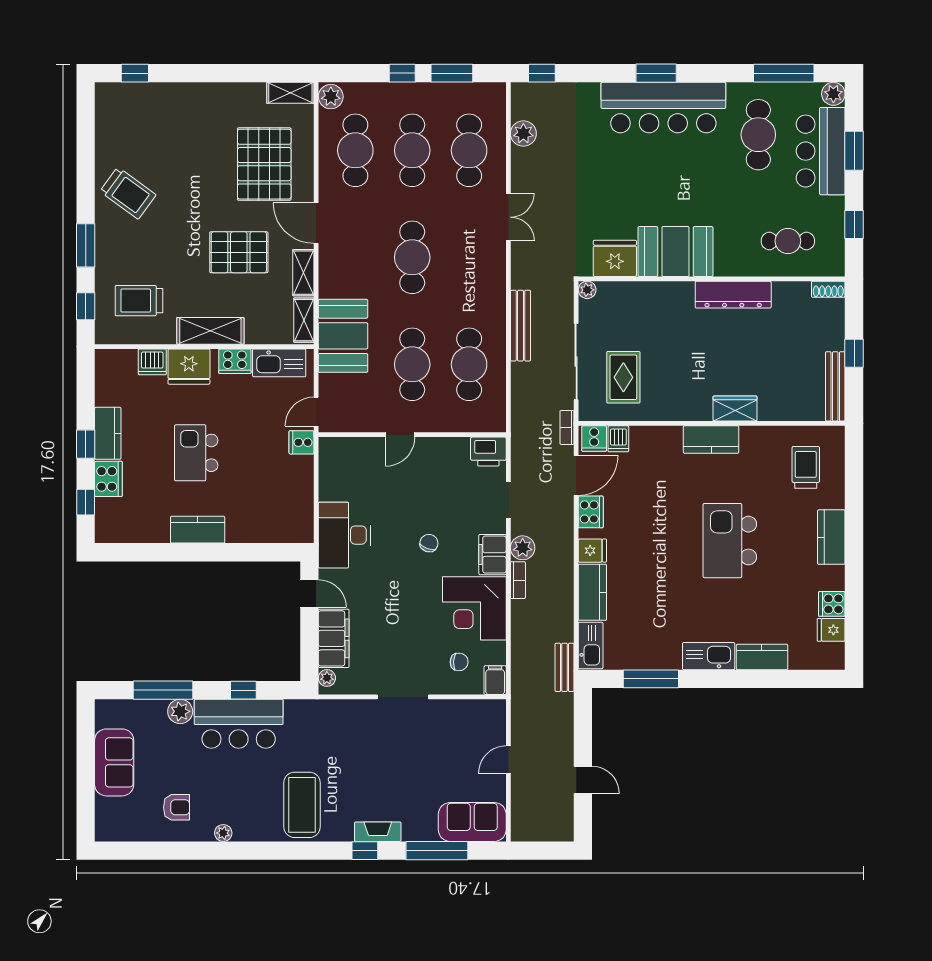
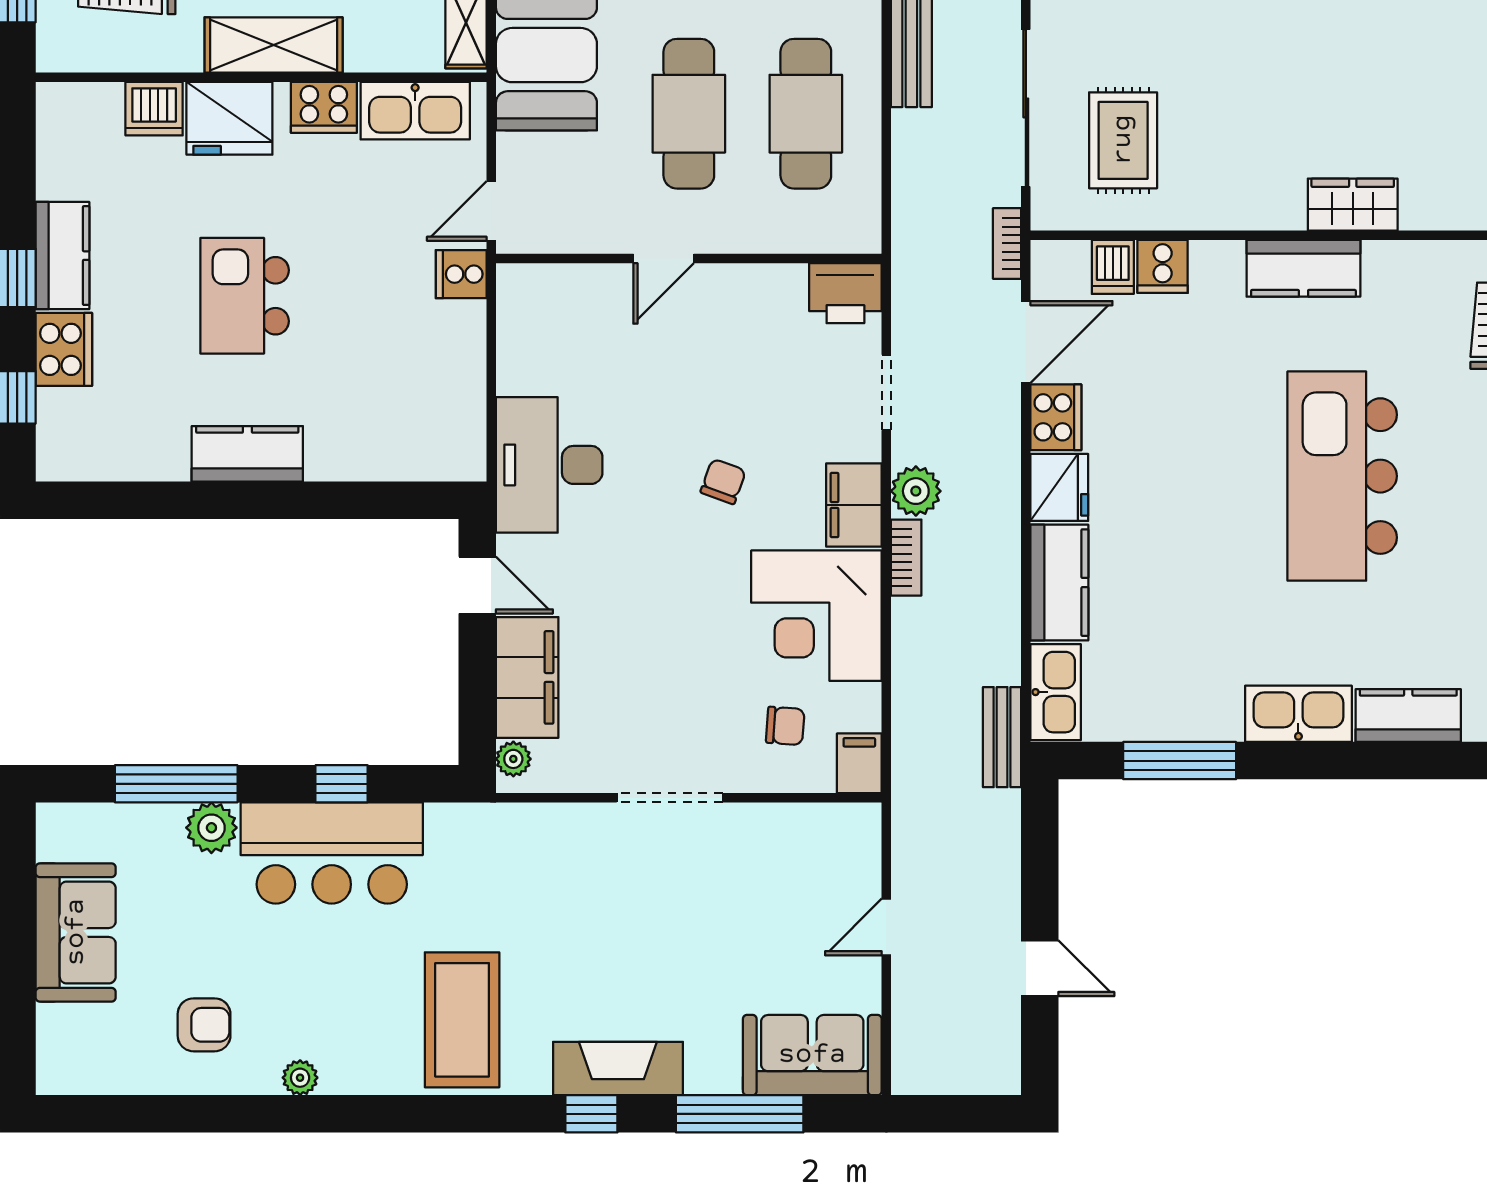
cooker: (594, 439) -> (1163, 266), moved
kitchen island: (730, 541) -> (1342, 476), width x1.37
fridge: (592, 551) -> (1059, 487), width x1.38
fireplace: (378, 832) -> (618, 1069), width x1.37, depth x1.32

